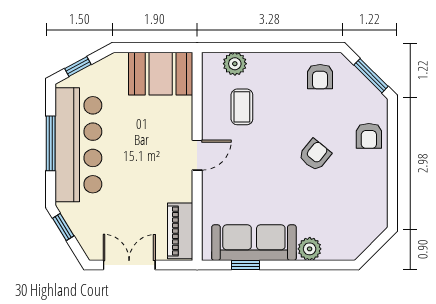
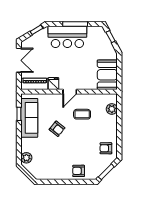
coffee table: (242, 107) -> (82, 114), moved
bar counter: (78, 145) -> (67, 37), width x0.73
door: (197, 155) -> (70, 92), hinge flipped
armchair: (315, 155) -> (57, 129), moved
fridge: (180, 190) -> (53, 84), added
plant: (310, 249) -> (26, 158), moved

